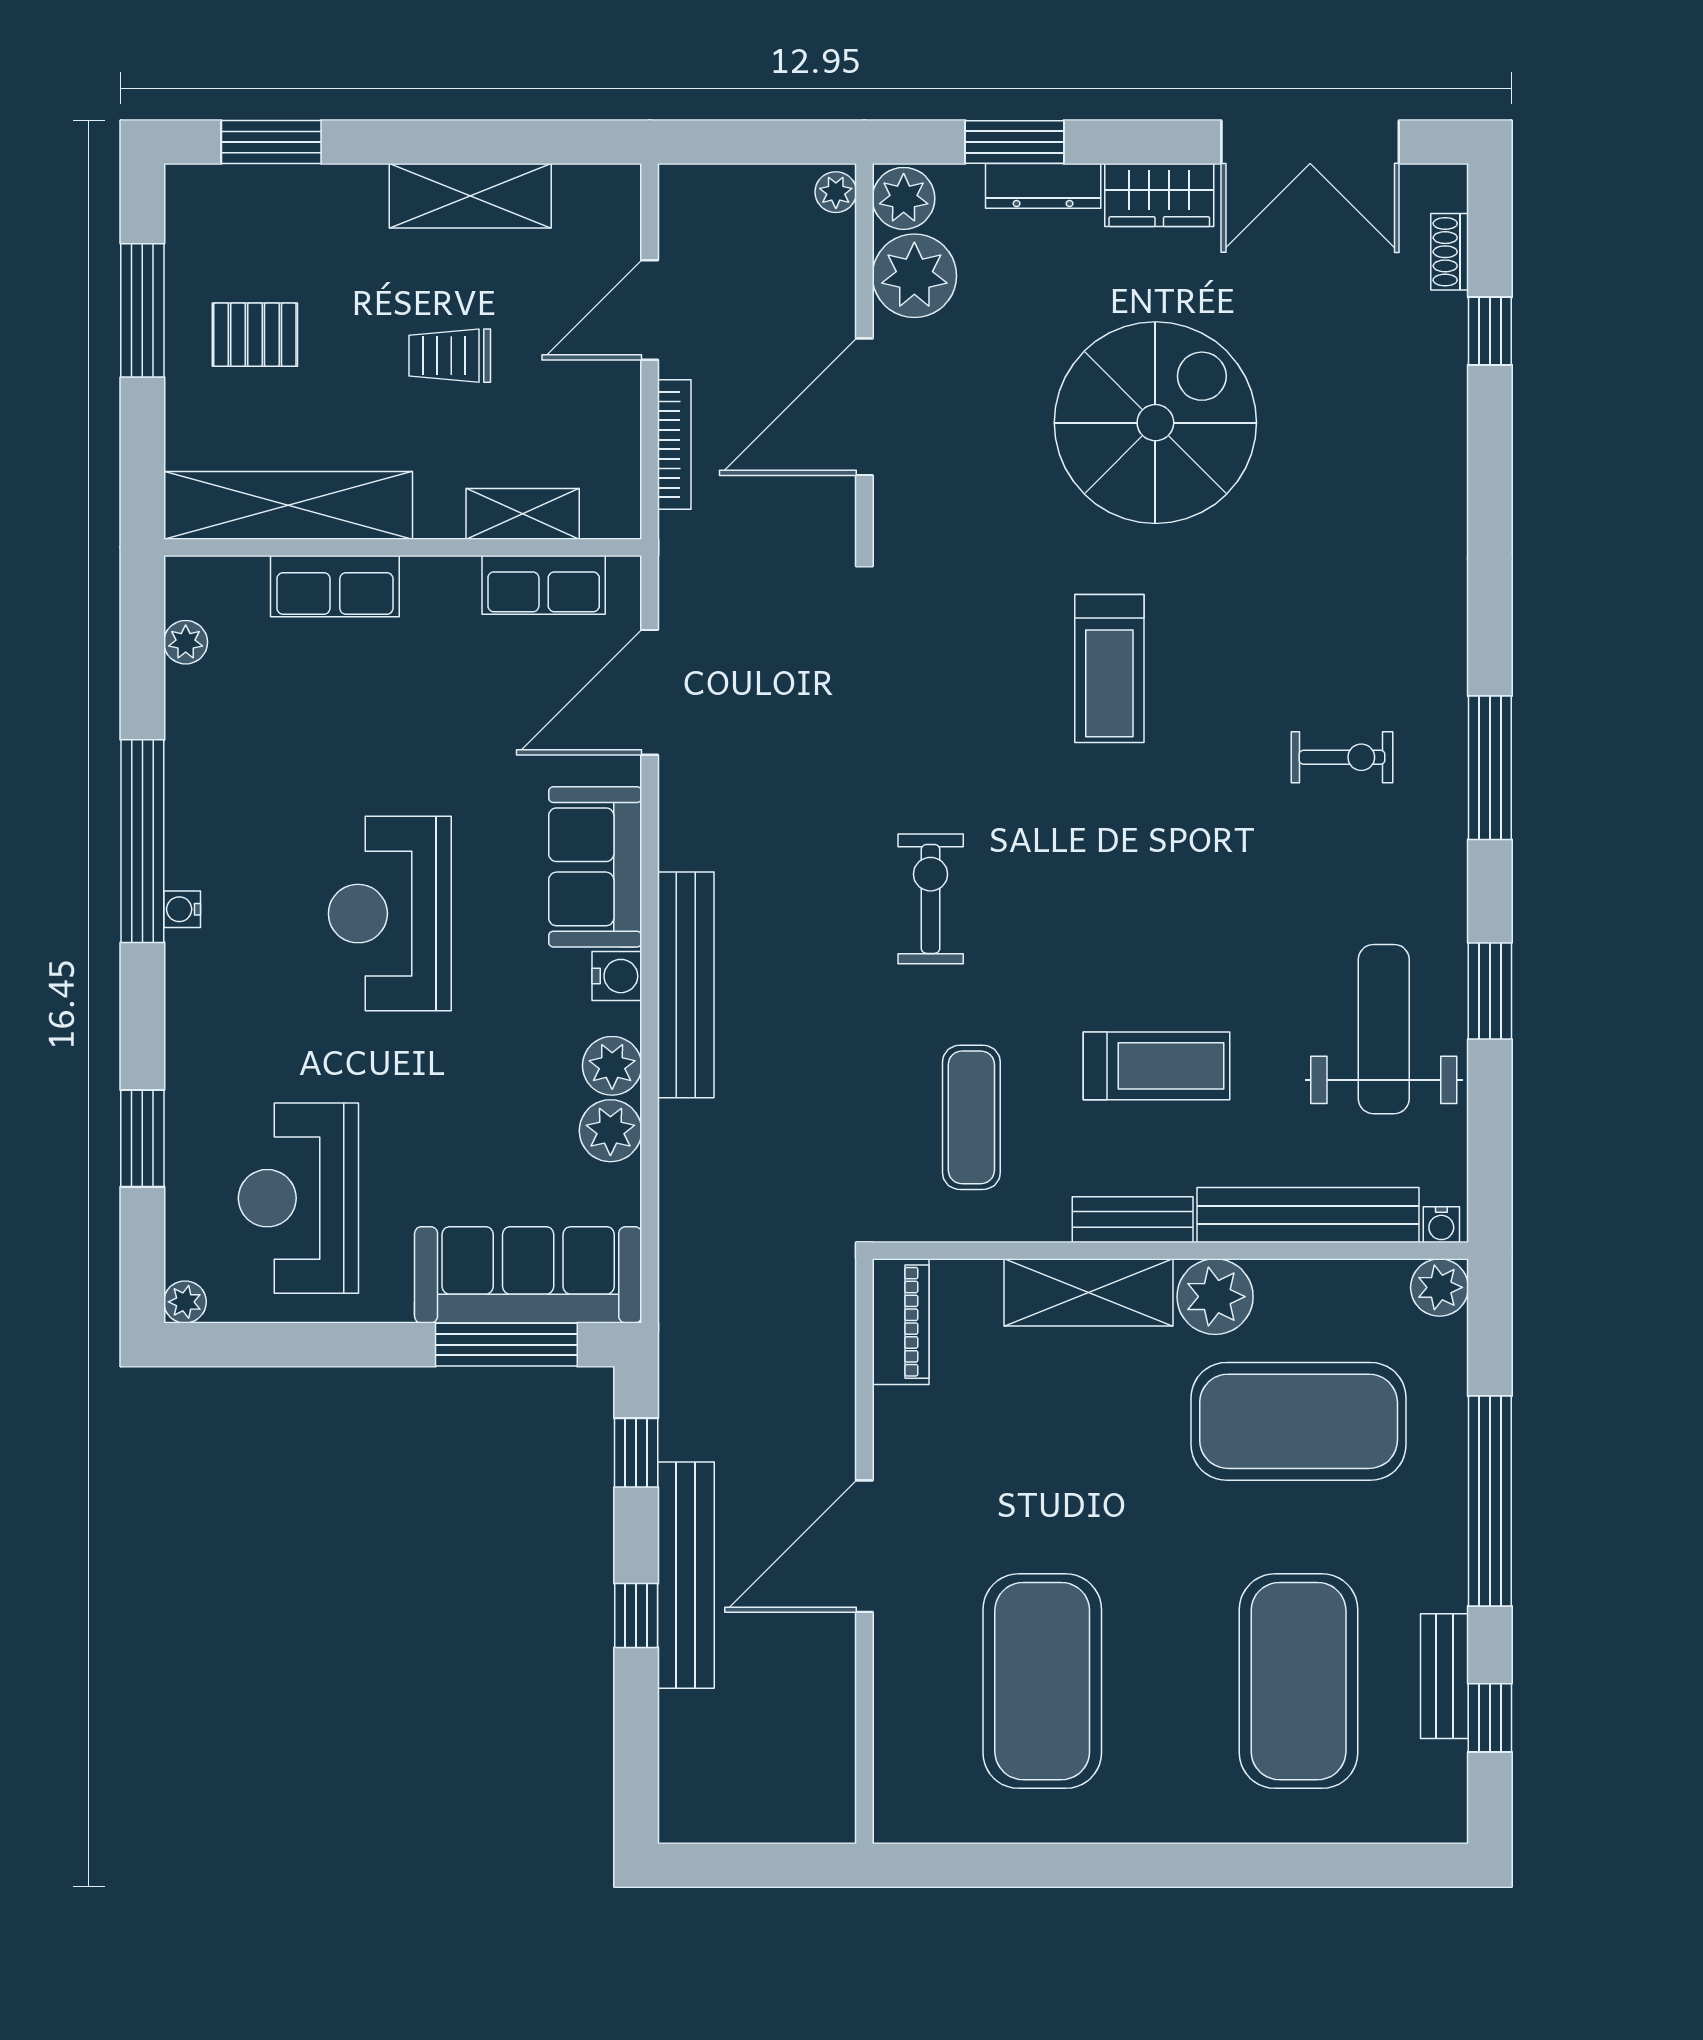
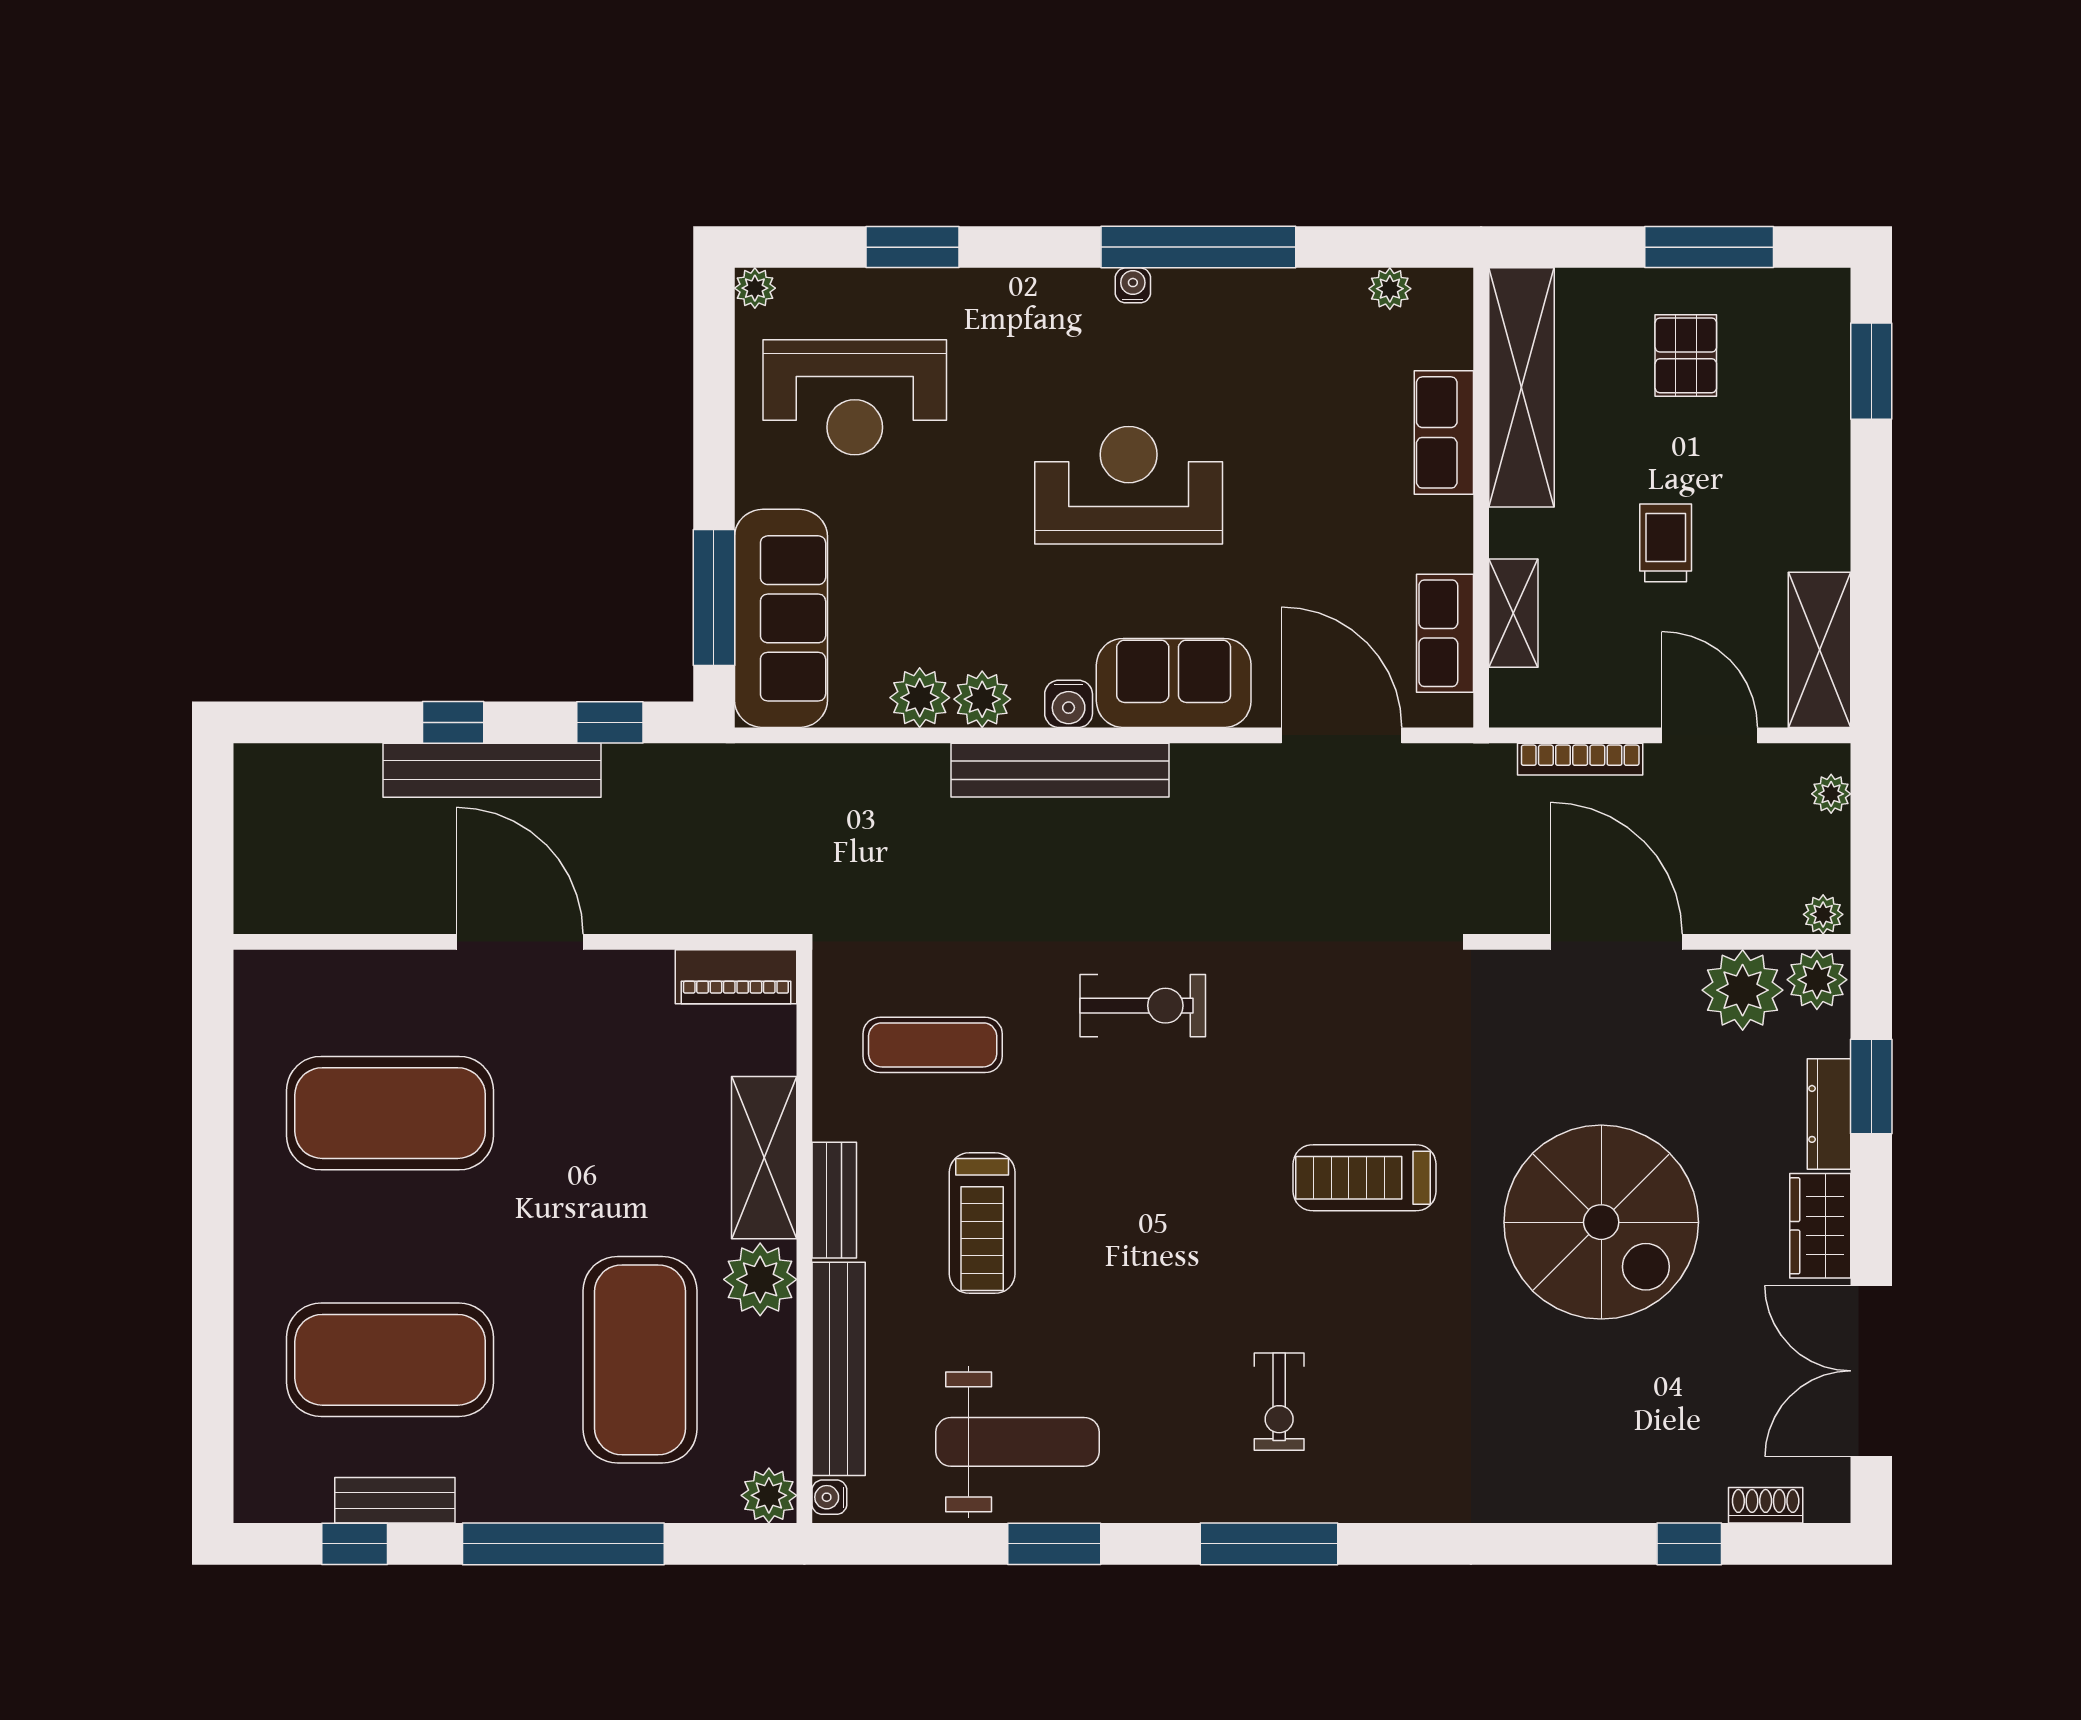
plant: (710, 184) -> (1831, 794), added
shelving: (470, 196) -> (1819, 650), moved
reception desk: (298, 1198) -> (855, 397), turned 180

